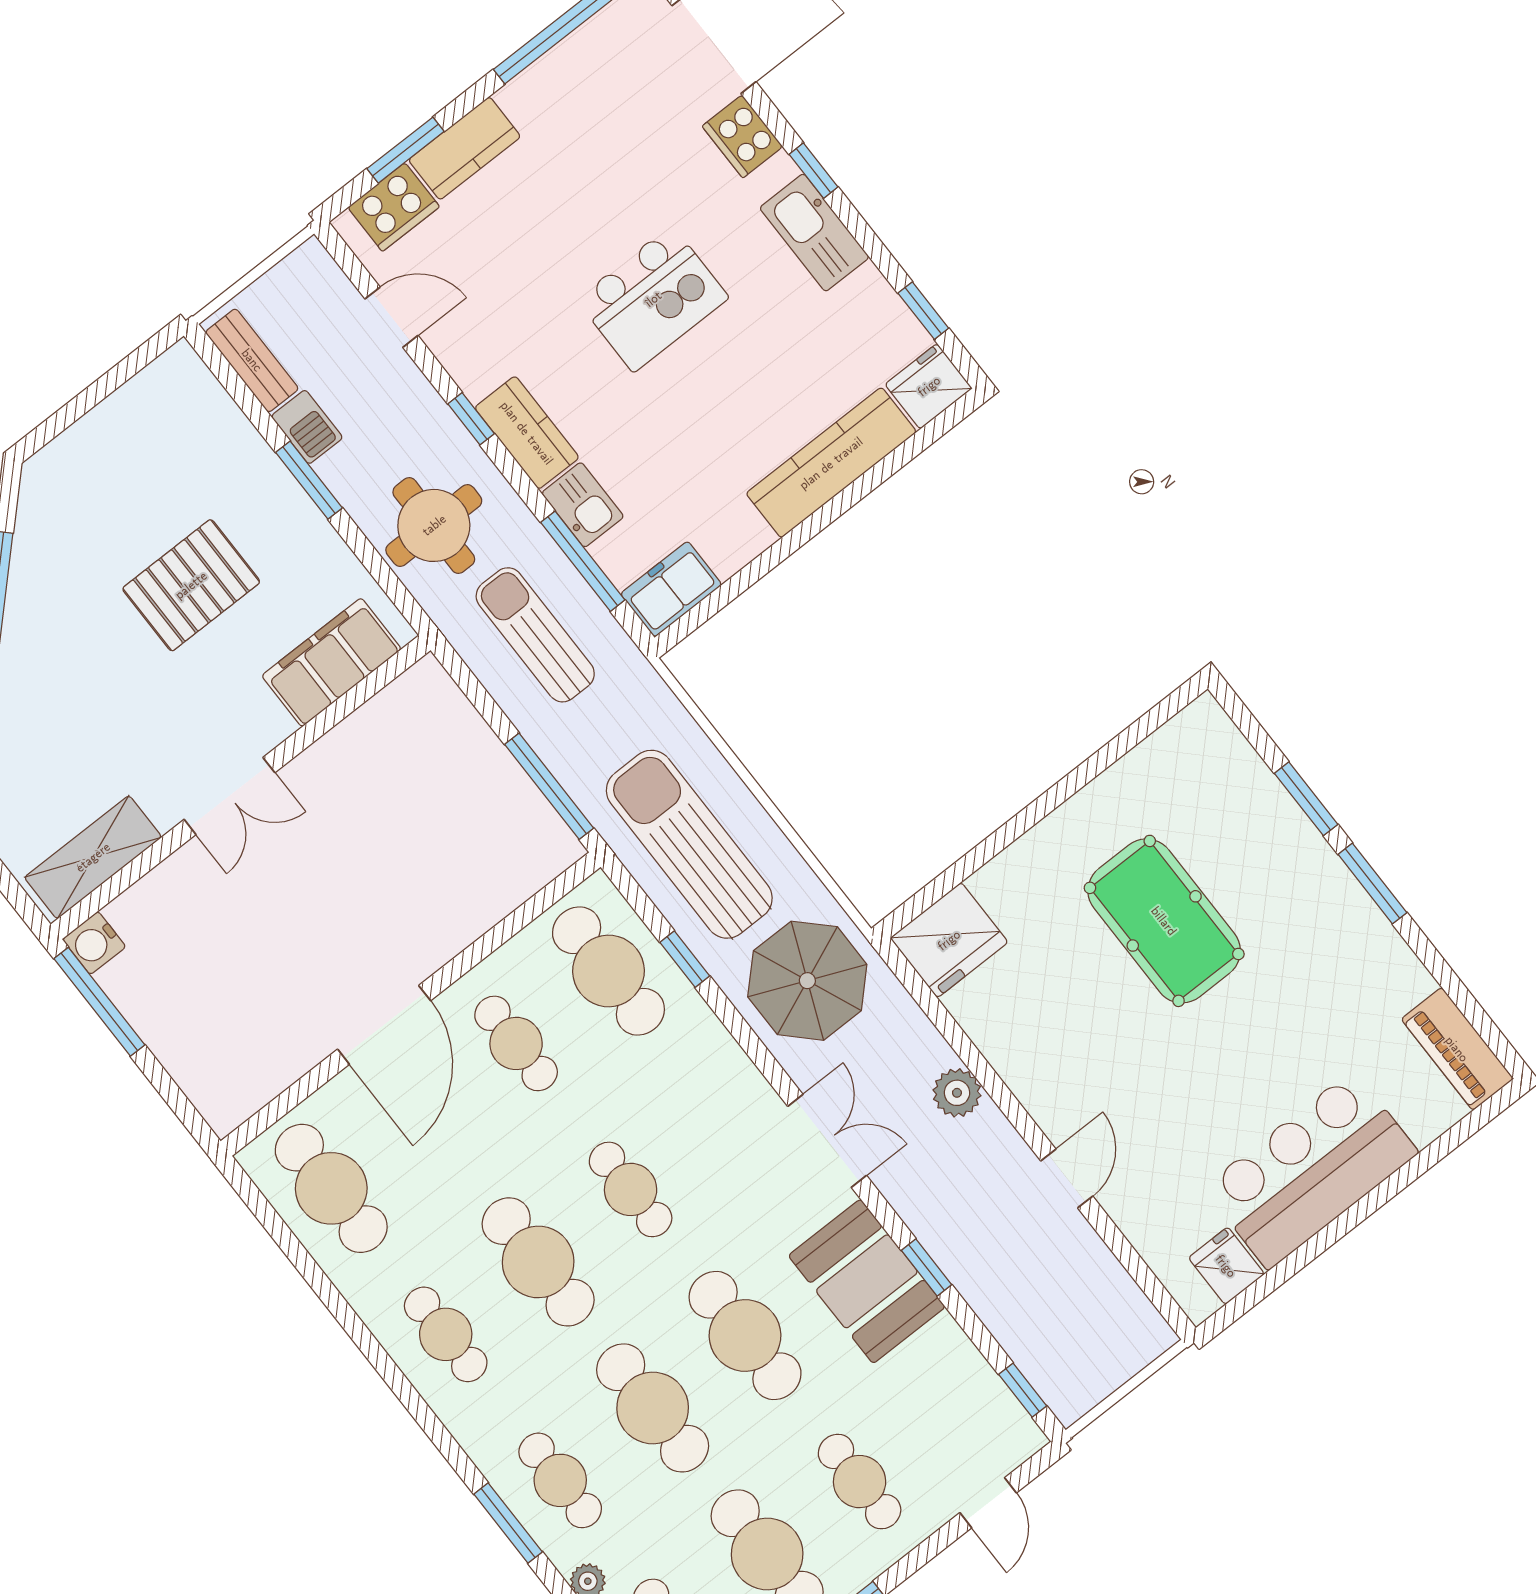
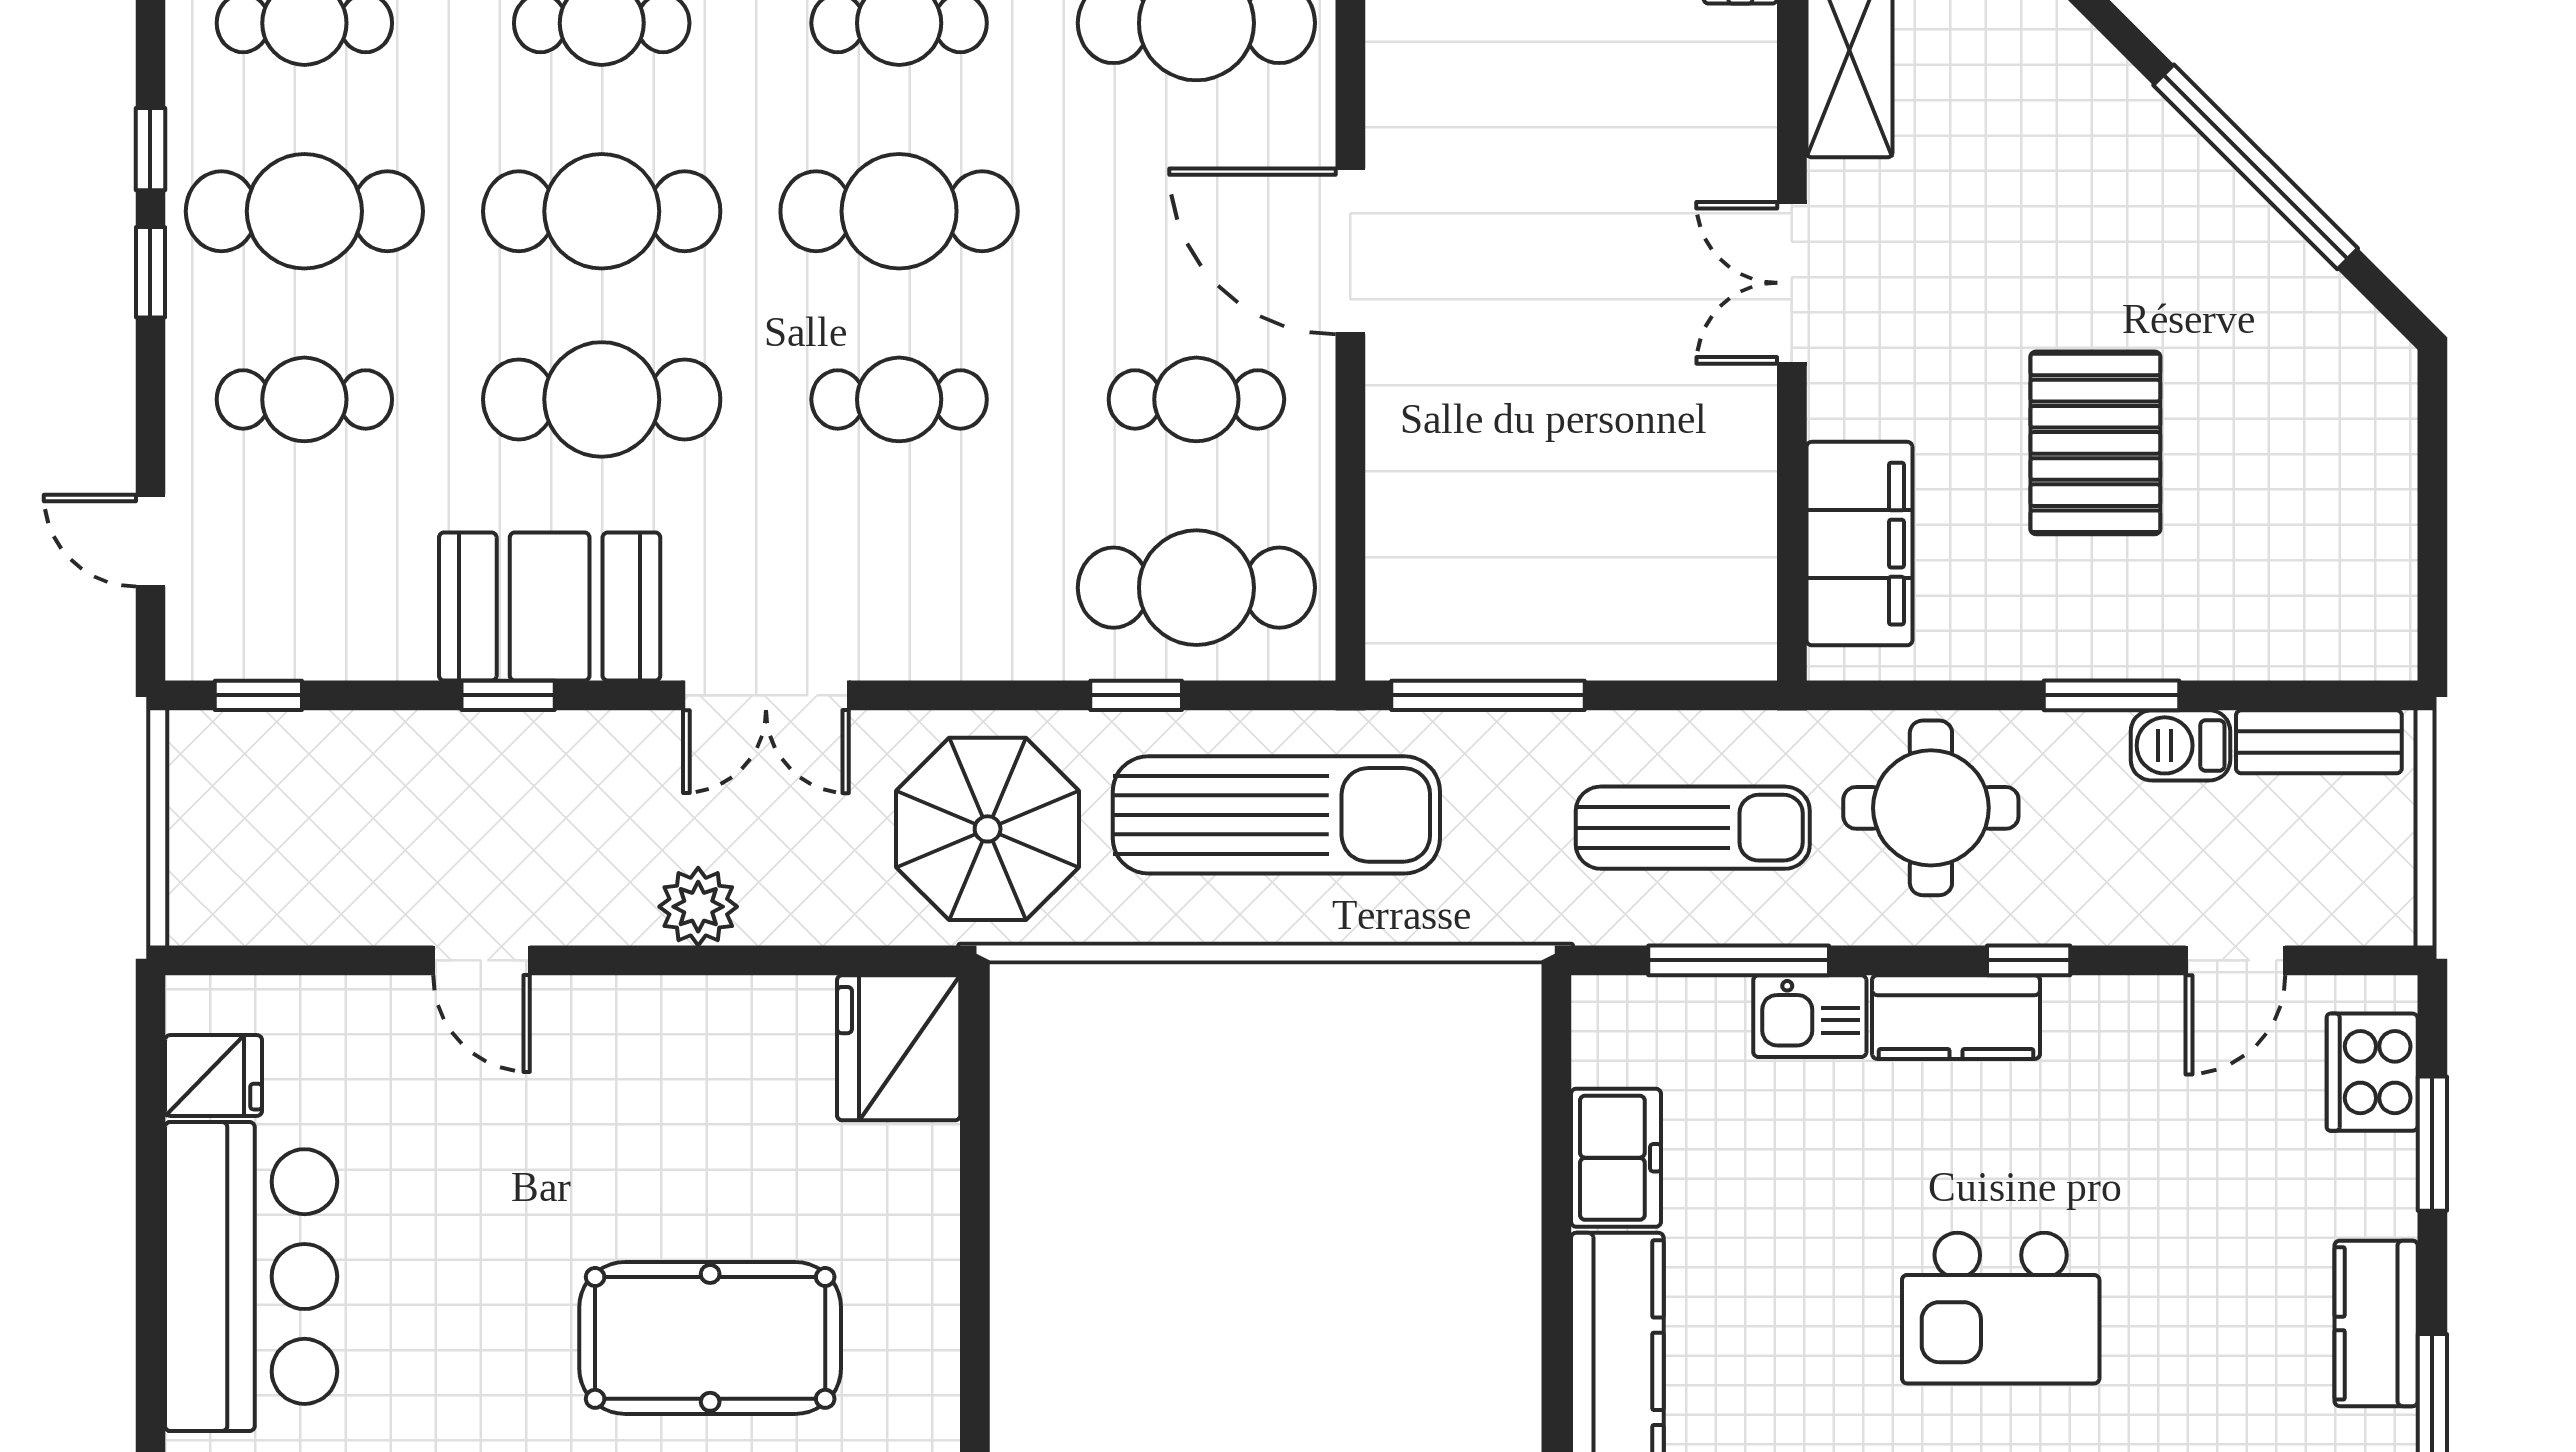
kitchen counter: (465, 148) -> (2376, 1323), moved
kitchen island: (653, 299) -> (2001, 1308), turned -90
freezer: (671, 589) -> (1616, 1158), moved

